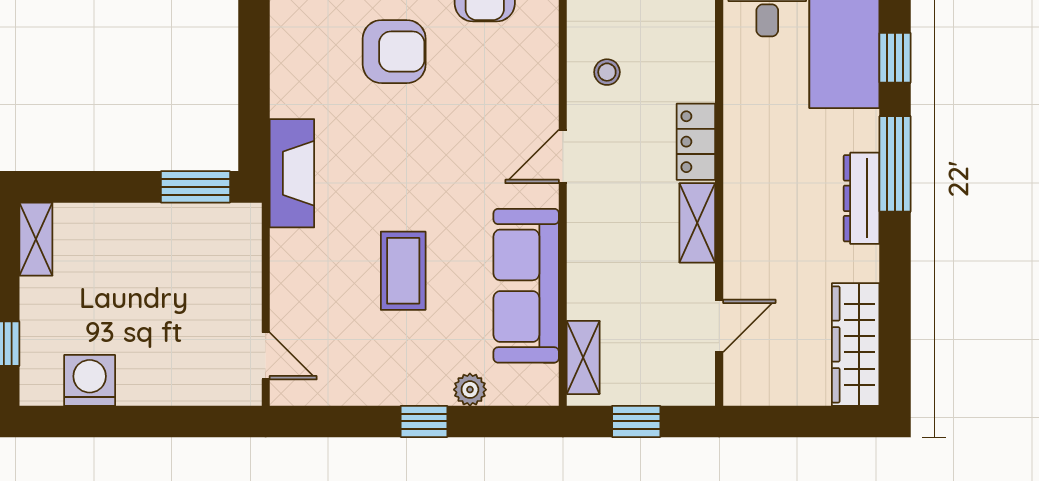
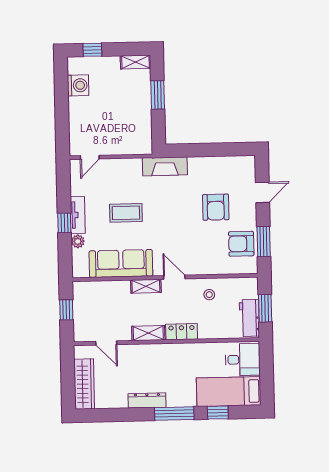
window: (195, 187) -> (158, 95), moved
dresser: (862, 198) -> (147, 400), moved
wardrobe: (856, 344) -> (84, 384), moved, turned 90
shelving: (583, 357) -> (146, 286), moved
tv unit: (406, 389) -> (78, 215), added

